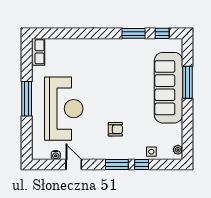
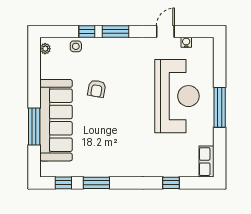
window: (69, 33) -> (171, 183), added
reception desk: (64, 109) -> (177, 96), turned 180
armchair: (115, 129) -> (97, 89), moved, turned -80
door: (74, 165) -> (165, 32), swing flipped

